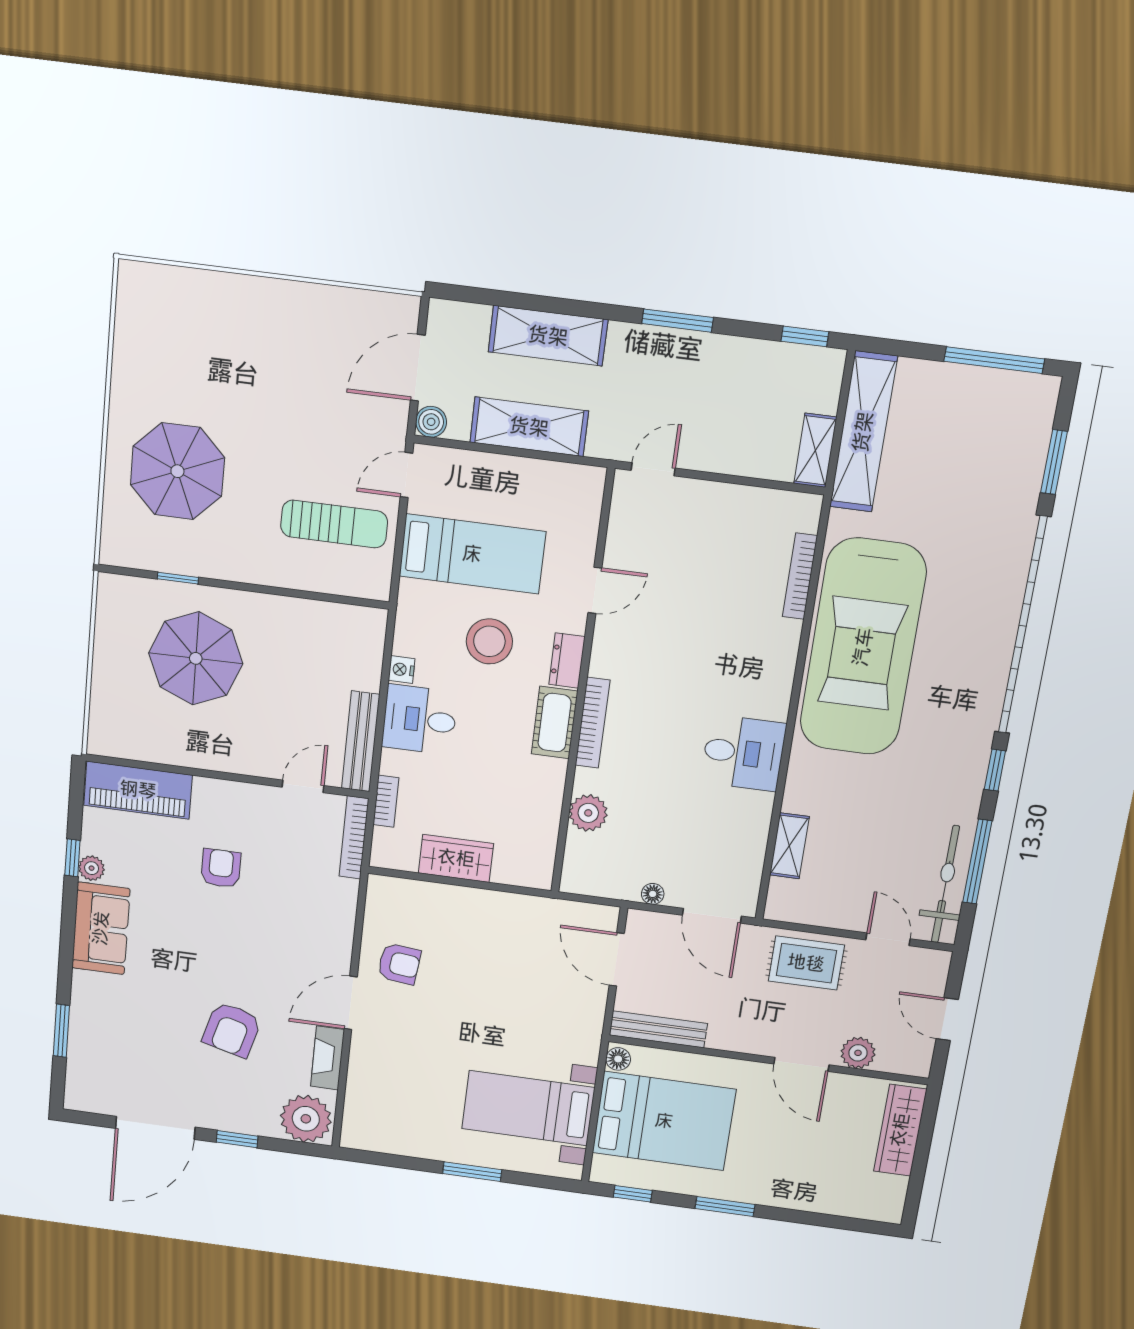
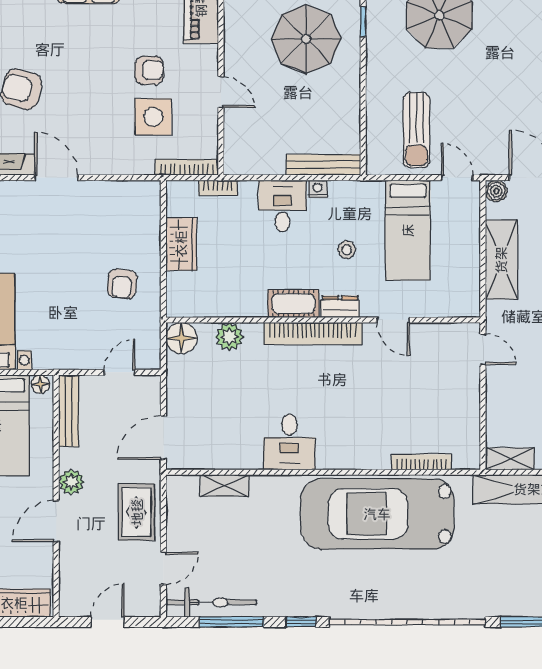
stool: (489, 641) -> (347, 250), width x0.53, depth x0.53
bookcase: (593, 723) -> (313, 334), width x1.48, depth x1.31
bench: (361, 741) -> (324, 165), moved
door: (303, 786) -> (221, 92), moved
side table: (283, 872) -> (153, 117), added
floor lamp: (653, 894) -> (181, 338), moved, width x1.89, depth x1.89
door: (617, 959) -> (119, 372), width x0.73
armchair: (399, 964) -> (122, 284), moved
plant: (858, 1053) -> (71, 482), moved

